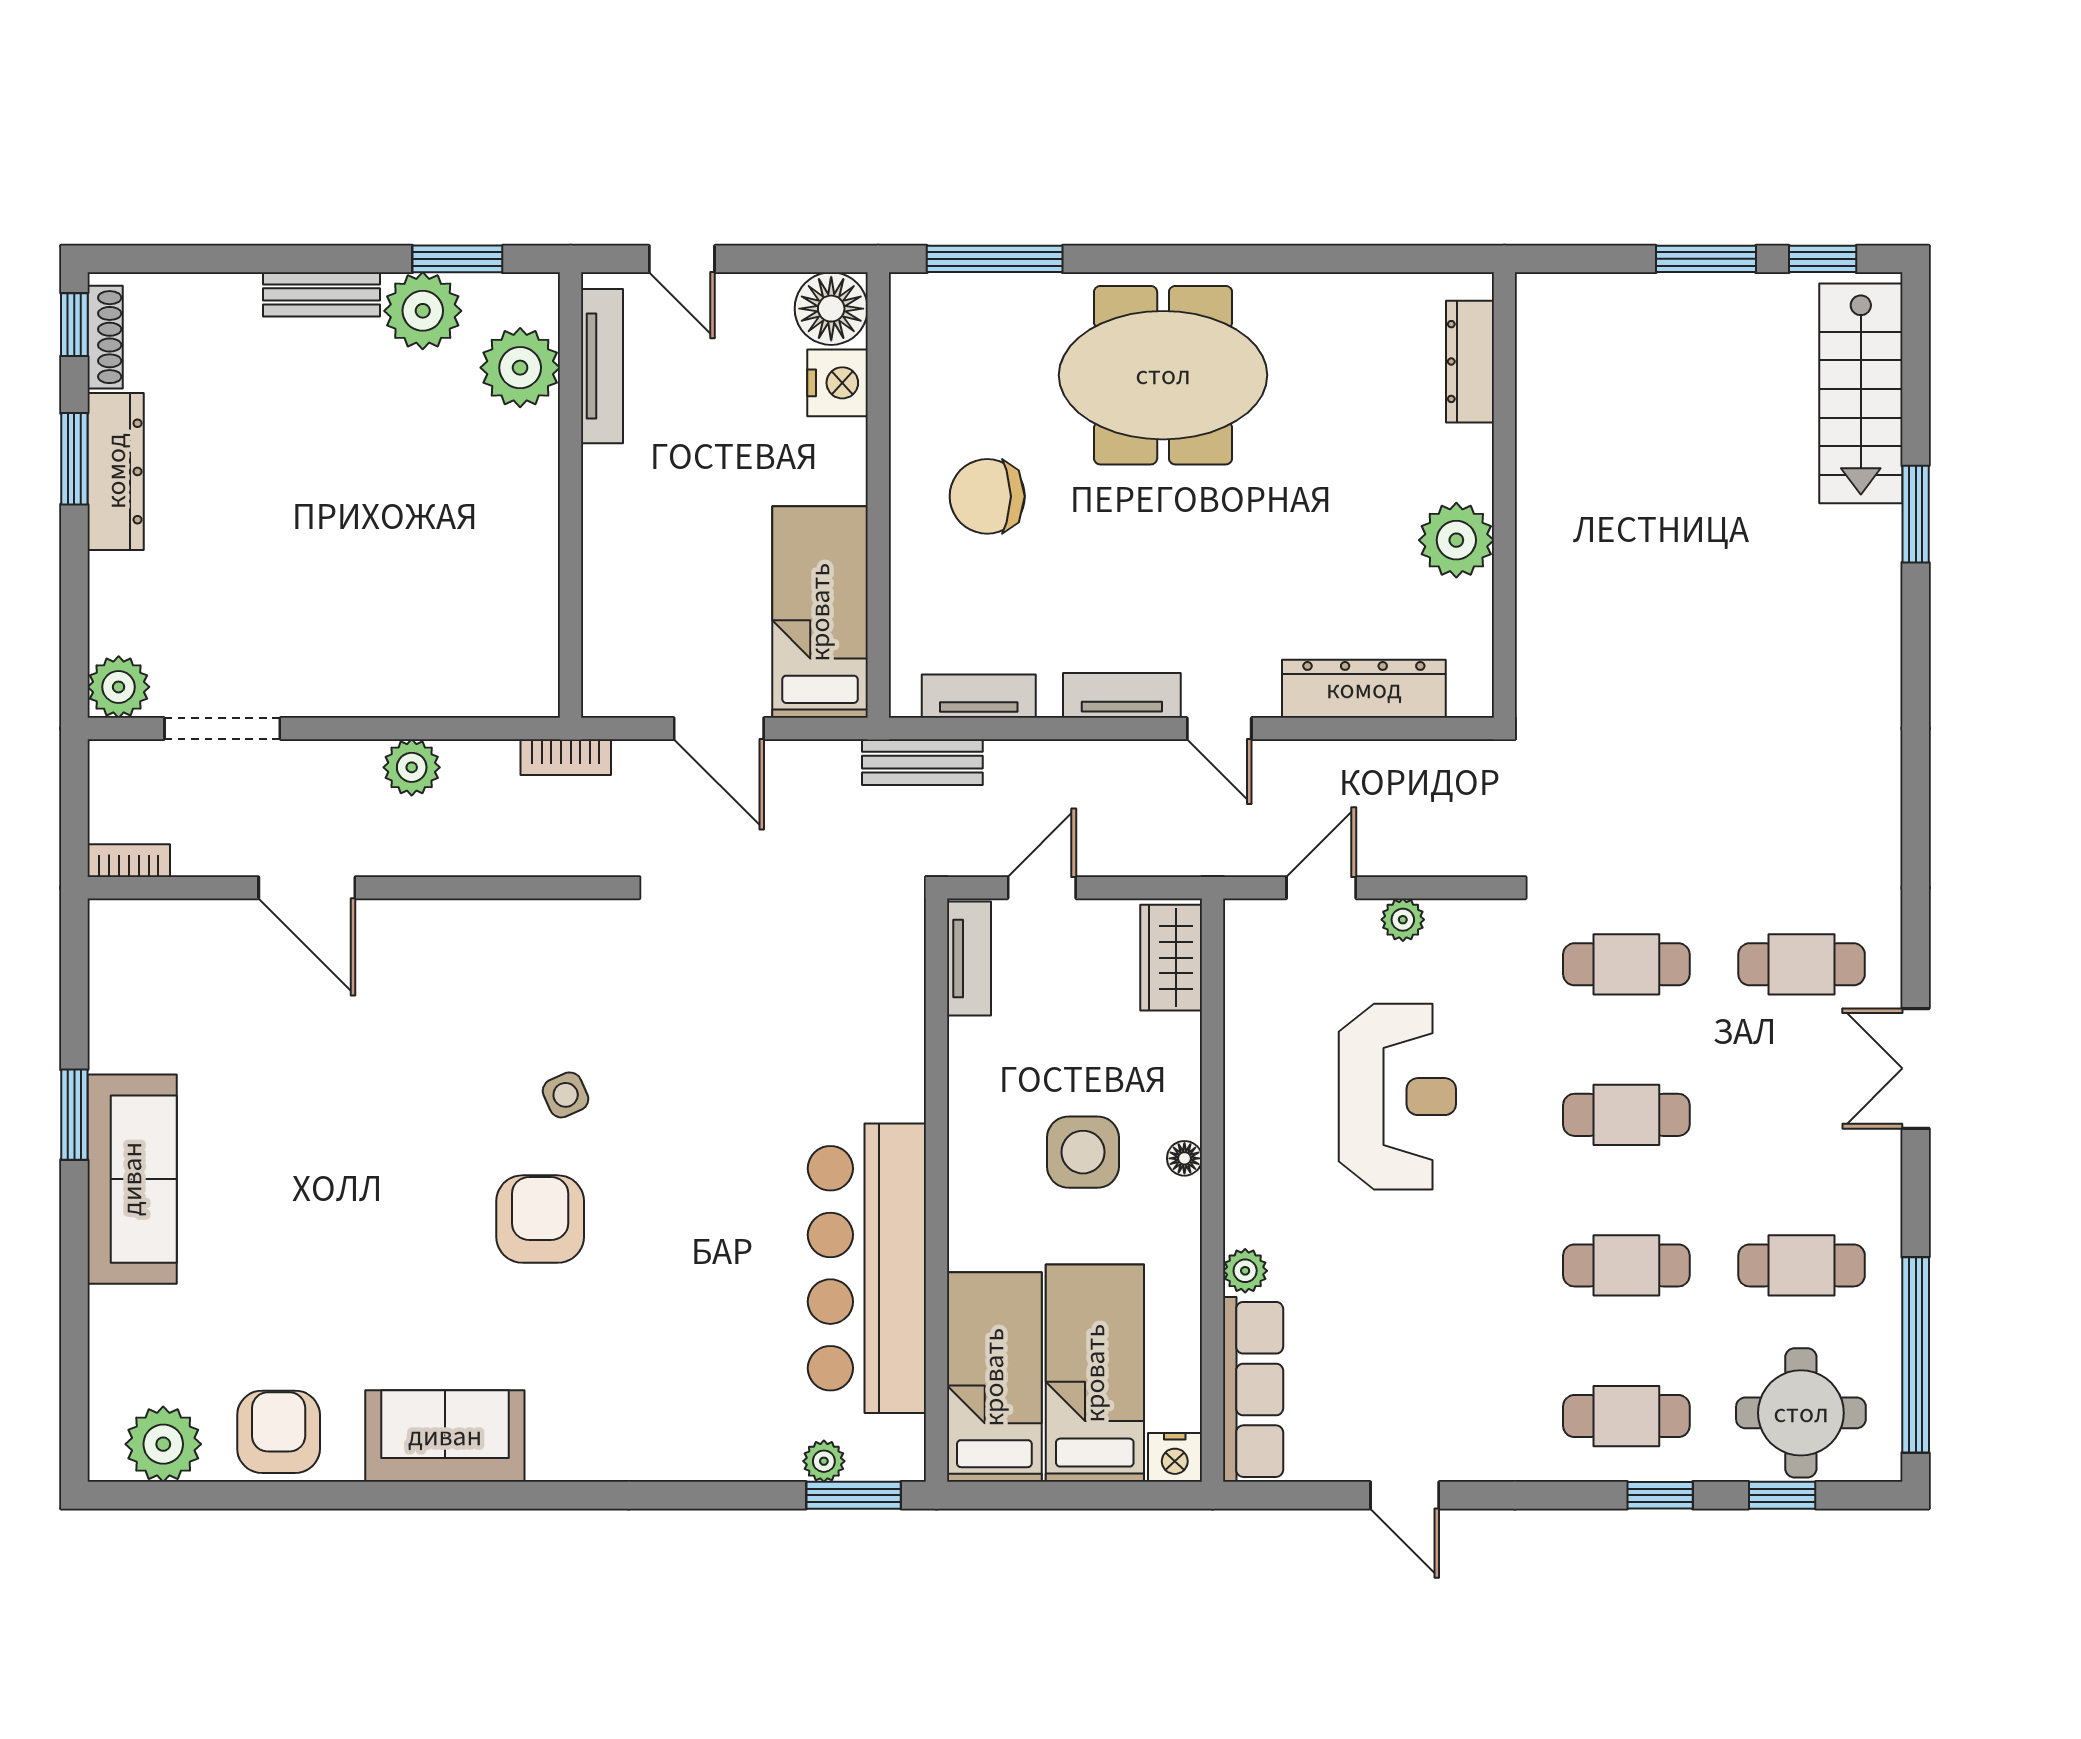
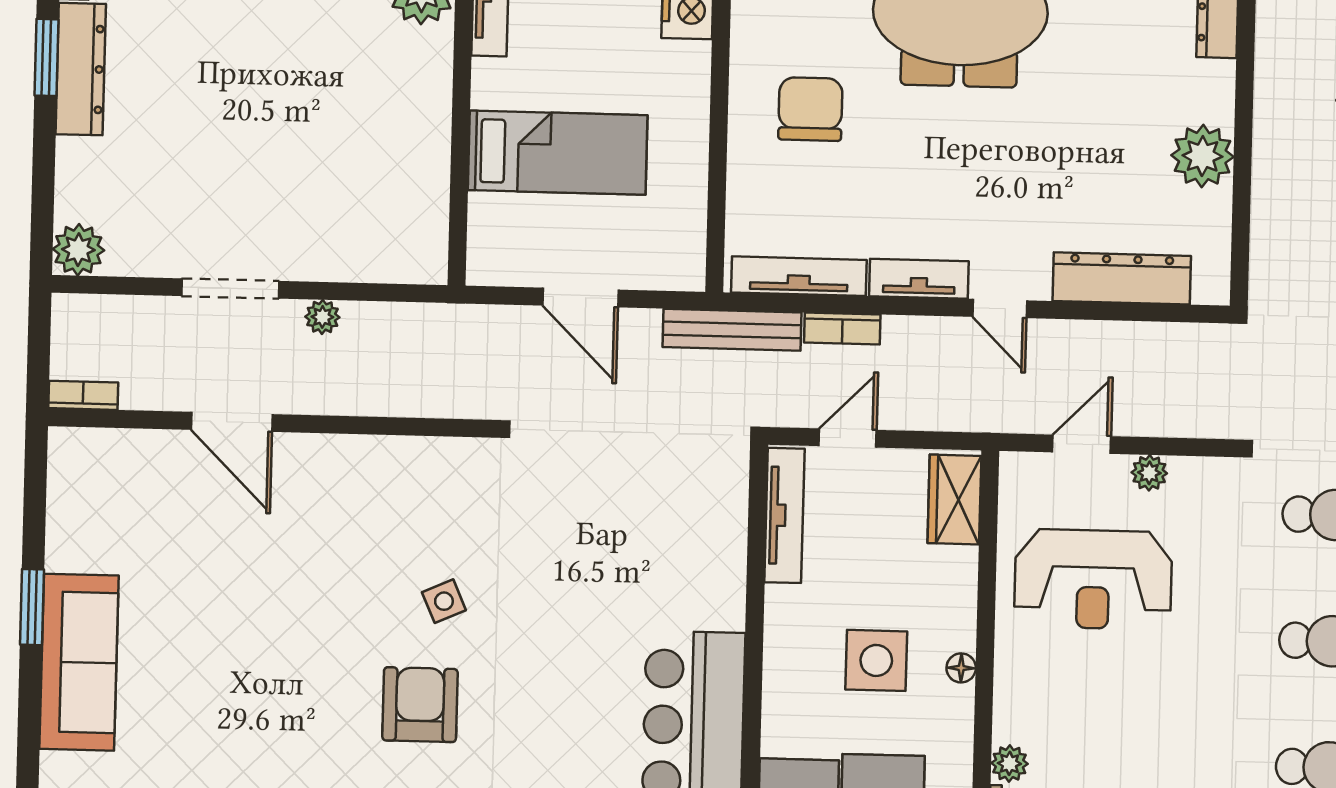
chair: (987, 496) -> (810, 109), turned 90
bed: (820, 612) -> (558, 153), moved, turned 90
tv unit: (979, 696) -> (799, 276), width x1.41
doorway: (222, 728) -> (230, 288), moved
bookcase: (566, 757) -> (842, 328), moved
bench: (922, 762) -> (732, 330), width x1.36
plant: (412, 767) -> (322, 317), width x0.73, depth x0.73
tv unit: (969, 959) -> (784, 515), width x1.41
reception desk: (1397, 1097) -> (1093, 579), moved, turned 90

